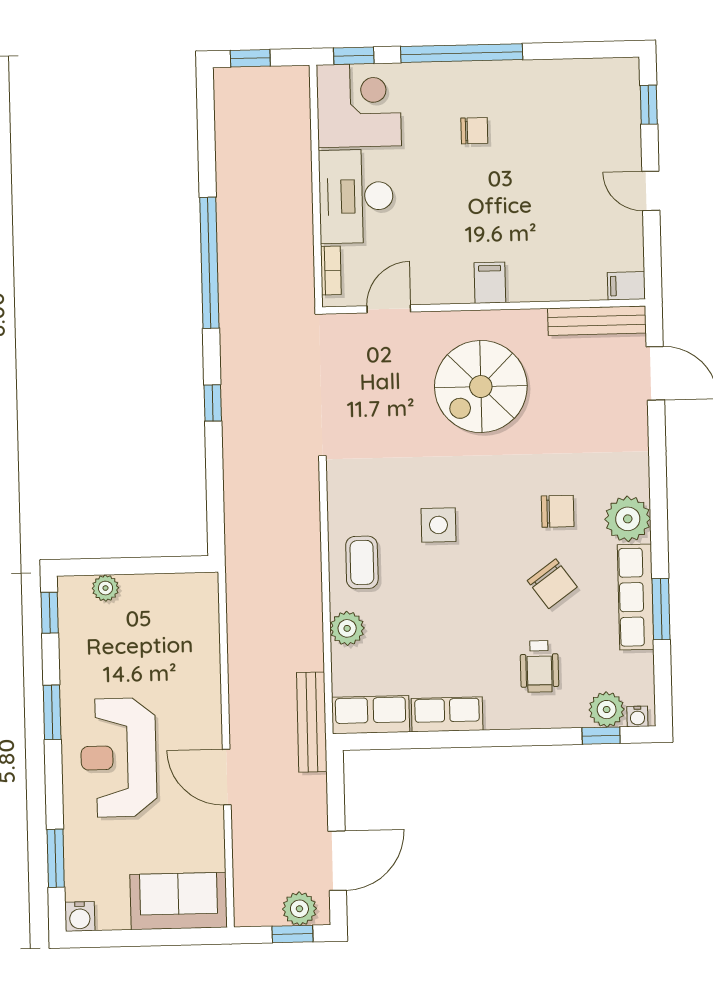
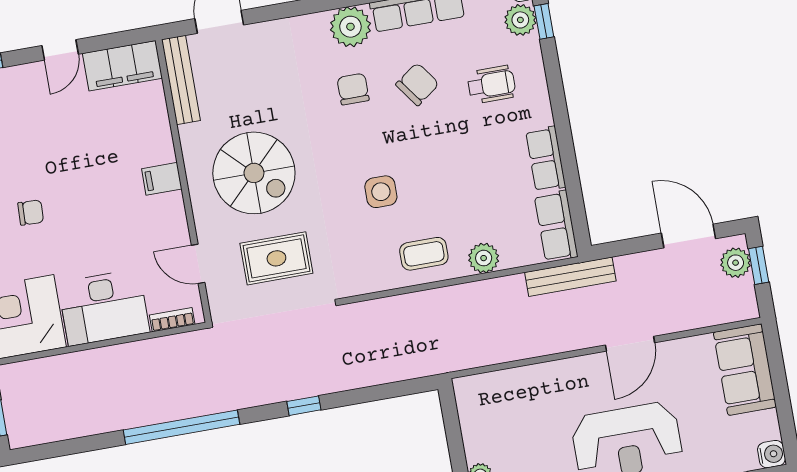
chair: (474, 131) -> (31, 213), turned 92
filing cabinet: (626, 286) -> (122, 66), width x3.00, depth x1.17
rug: (382, 397) -> (276, 258), added

